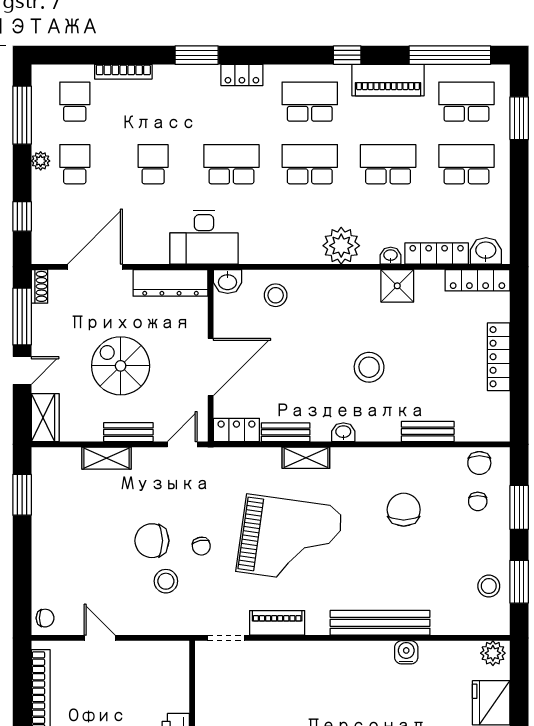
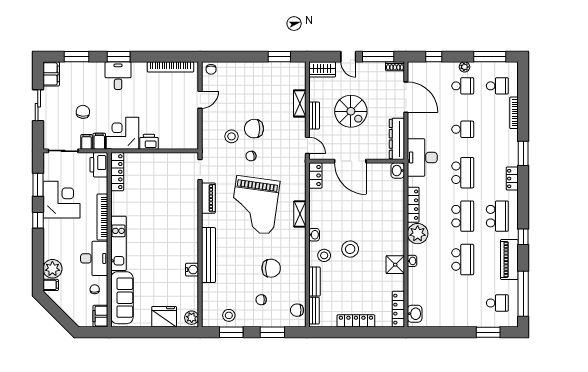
school desk: (466, 102) -> (497, 303), width x0.54
school desk: (466, 164) -> (463, 303), removed
locker: (437, 253) -> (413, 205), moved
stool: (276, 295) -> (324, 255), moved
spiral stairs: (121, 366) -> (351, 111), turned 90
bench: (286, 432) -> (314, 311), moved
chair: (478, 501) -> (261, 300), moved
chair: (152, 541) -> (254, 129), turned -90

